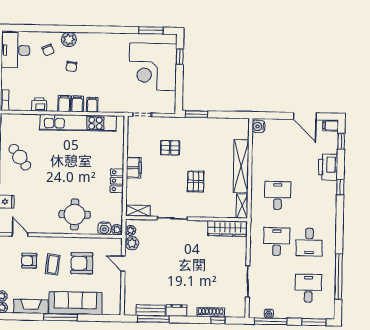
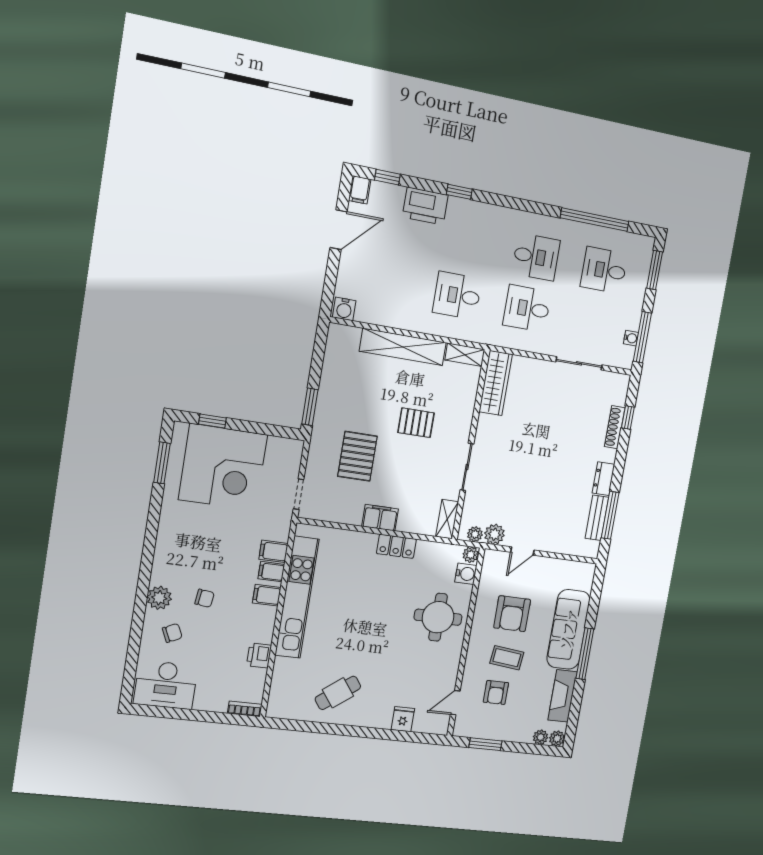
filing cabinet: (64, 103) -> (273, 551), moved
pallet: (170, 148) -> (357, 456), width x1.50, depth x1.42

